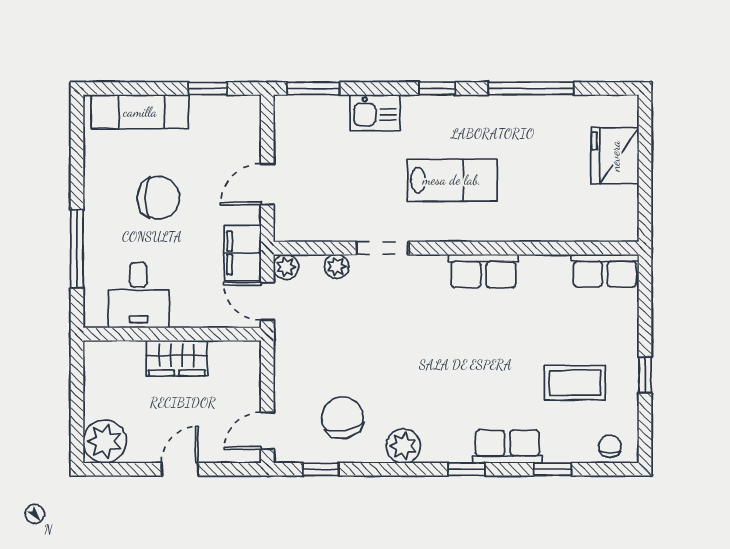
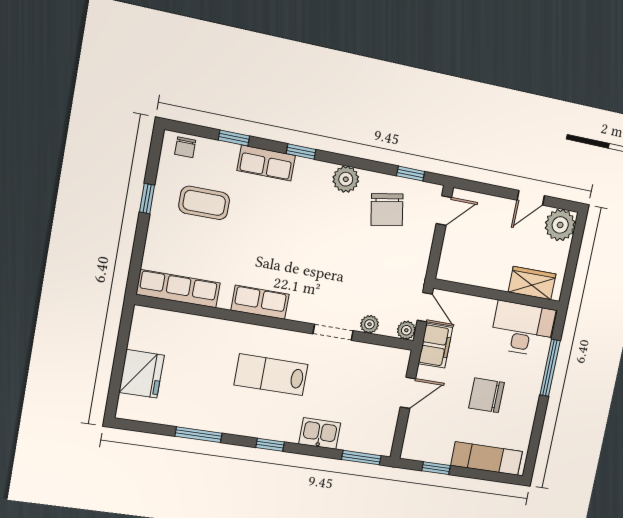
window: (531, 88) -> (199, 435), width x0.69
row of seats: (605, 271) -> (178, 289), width x1.48
desk: (138, 295) -> (523, 329), width x1.37
wardrobe: (177, 358) -> (532, 283), moved
door: (180, 469) -> (531, 198), moved

